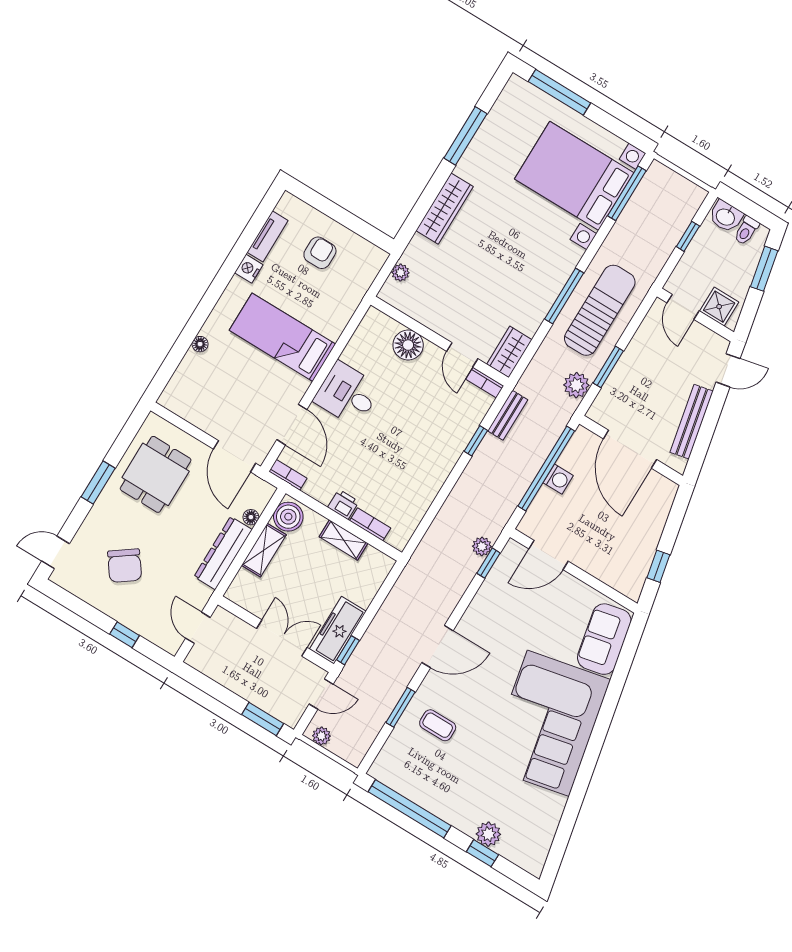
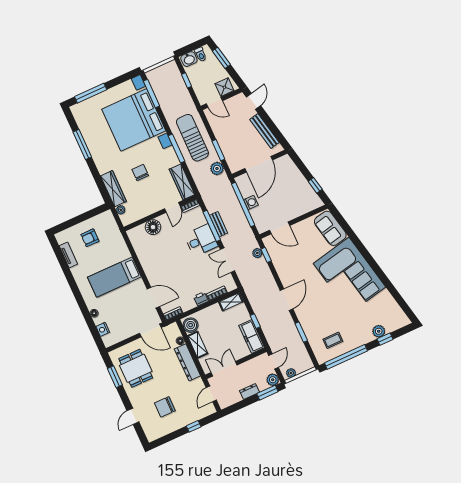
bed with nightstands: (574, 176) -> (134, 120), width x1.36
wardrobe: (445, 209) -> (113, 189), moved
armchair: (320, 253) -> (90, 238), turned -90
chair: (484, 263) -> (140, 173), added
nightstand: (249, 269) -> (103, 329), moved
wardrobe: (509, 352) -> (182, 182), width x1.50
door: (462, 355) -> (172, 207), hinge flipped
desk: (347, 394) -> (201, 240), moved, turned 180
bench: (508, 415) -> (219, 224), moved
window: (476, 441) -> (212, 226), width x2.17
door: (630, 449) -> (259, 164), hinge flipped
window: (98, 483) -> (115, 377), moved
double door: (437, 505) -> (227, 260), added
shelving: (343, 540) -> (231, 302), moved
door: (56, 552) -> (133, 416), moved
door: (548, 555) -> (280, 228), hinge flipped
chair: (125, 566) -> (165, 407), turned 126
door: (198, 628) -> (211, 394), hinge flipped
double door: (282, 638) -> (224, 369), moved
window: (348, 650) -> (255, 321), moved
dresser: (244, 688) -> (250, 392), added
plant: (290, 713) -> (273, 380), added
coffee table: (438, 725) -> (333, 340), moved

